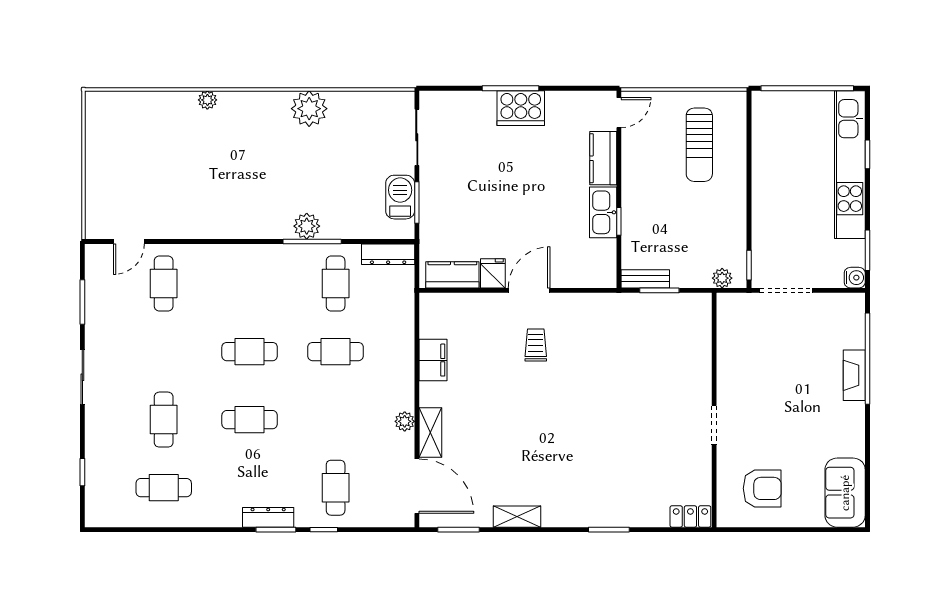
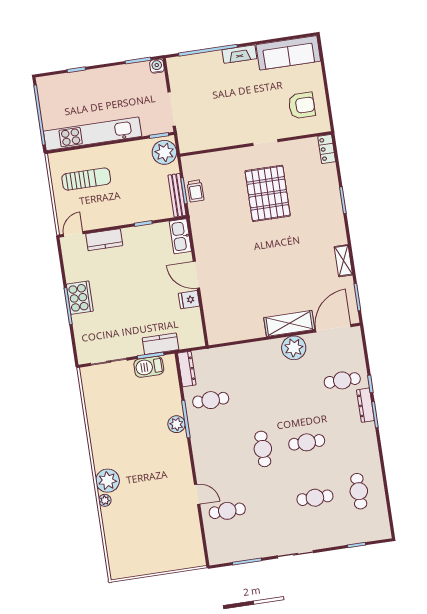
plant: (309, 109) -> (108, 481), moved
door: (619, 113) -> (73, 234), hinge flipped
kitchen unit: (850, 165) -> (93, 134), moved, turned 180
kitchen sink: (603, 212) -> (180, 236), moved, turned 90
door: (129, 242) -> (197, 494), moved
kitchen counter: (452, 275) -> (160, 344), moved, turned 90
plant: (722, 278) -> (164, 152), width x1.87, depth x1.87
bench: (645, 279) -> (177, 195), width x1.36
trolley: (536, 345) -> (196, 191), moved, turned -91
cafe table: (336, 352) -> (255, 394), removed
filing cabinet: (433, 360) -> (251, 330), removed
fireplace: (854, 375) -> (239, 54), moved
pallet: (636, 417) -> (268, 193), added
cafe table: (250, 420) -> (307, 442), turned 90
plant: (405, 421) -> (294, 348), width x1.87, depth x1.87
shelving: (430, 432) -> (289, 323), width x1.50, depth x1.33
armchair: (762, 488) -> (302, 105), turned 90
sofa: (845, 493) -> (288, 53), width x1.36
dresser: (268, 517) -> (365, 405), moved

